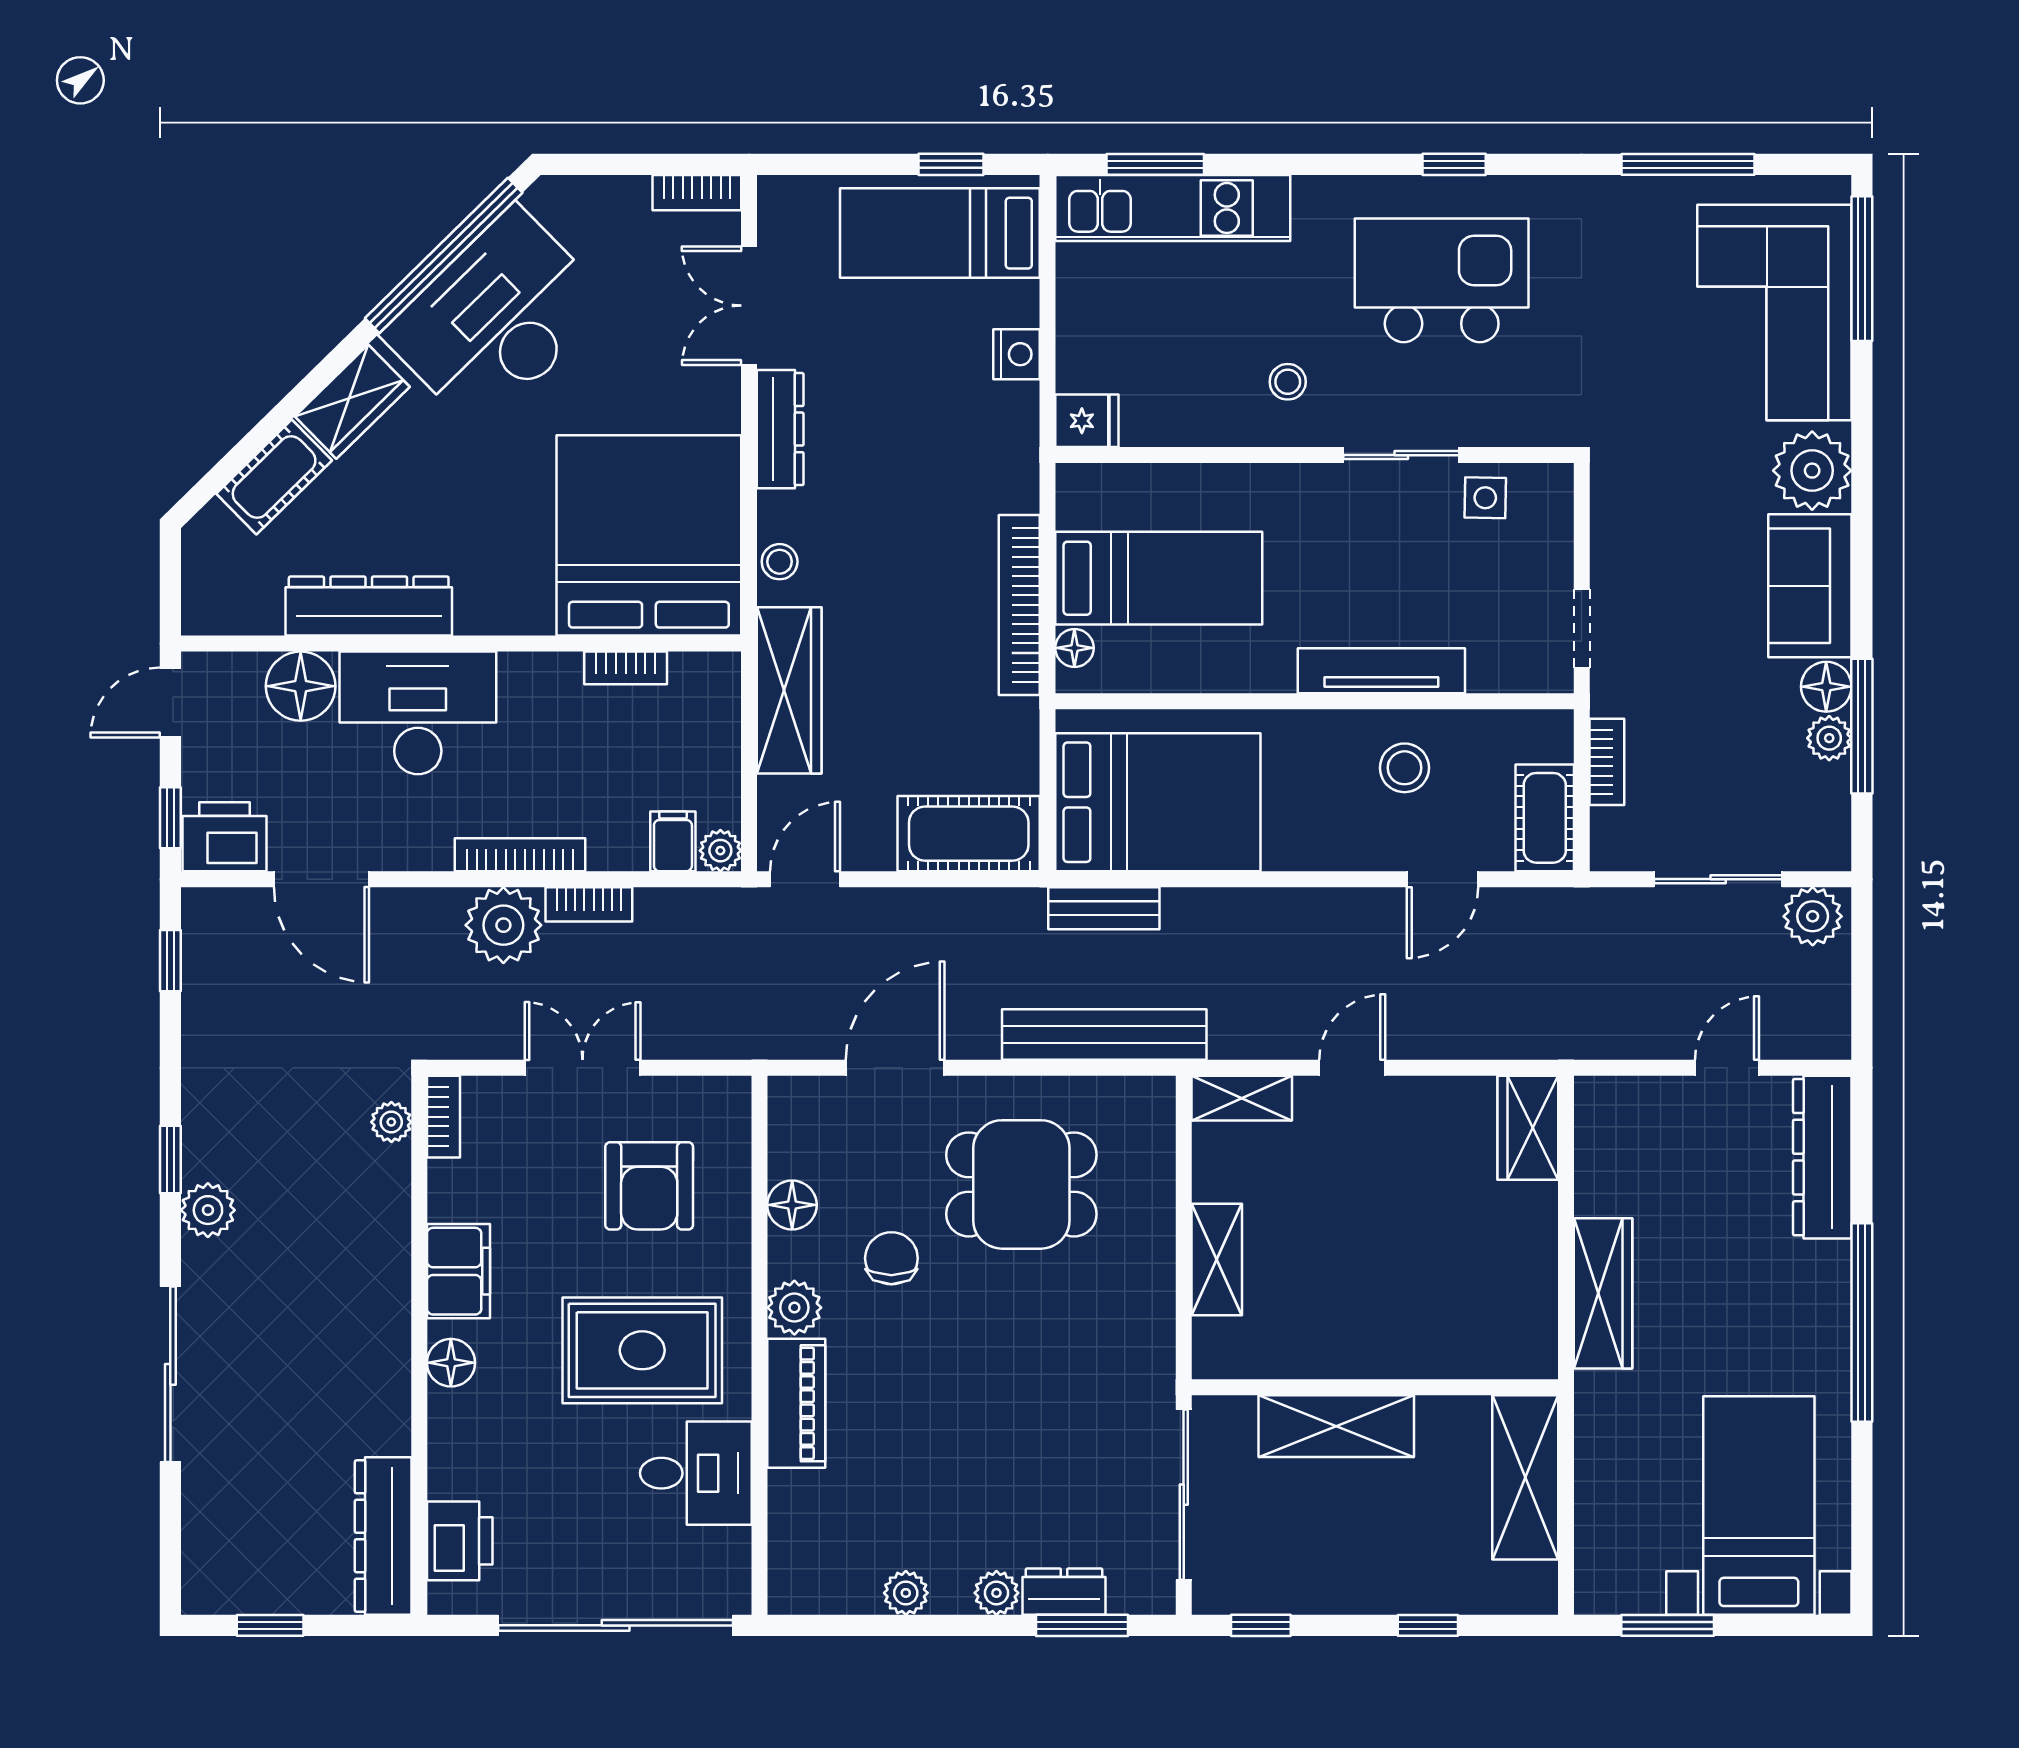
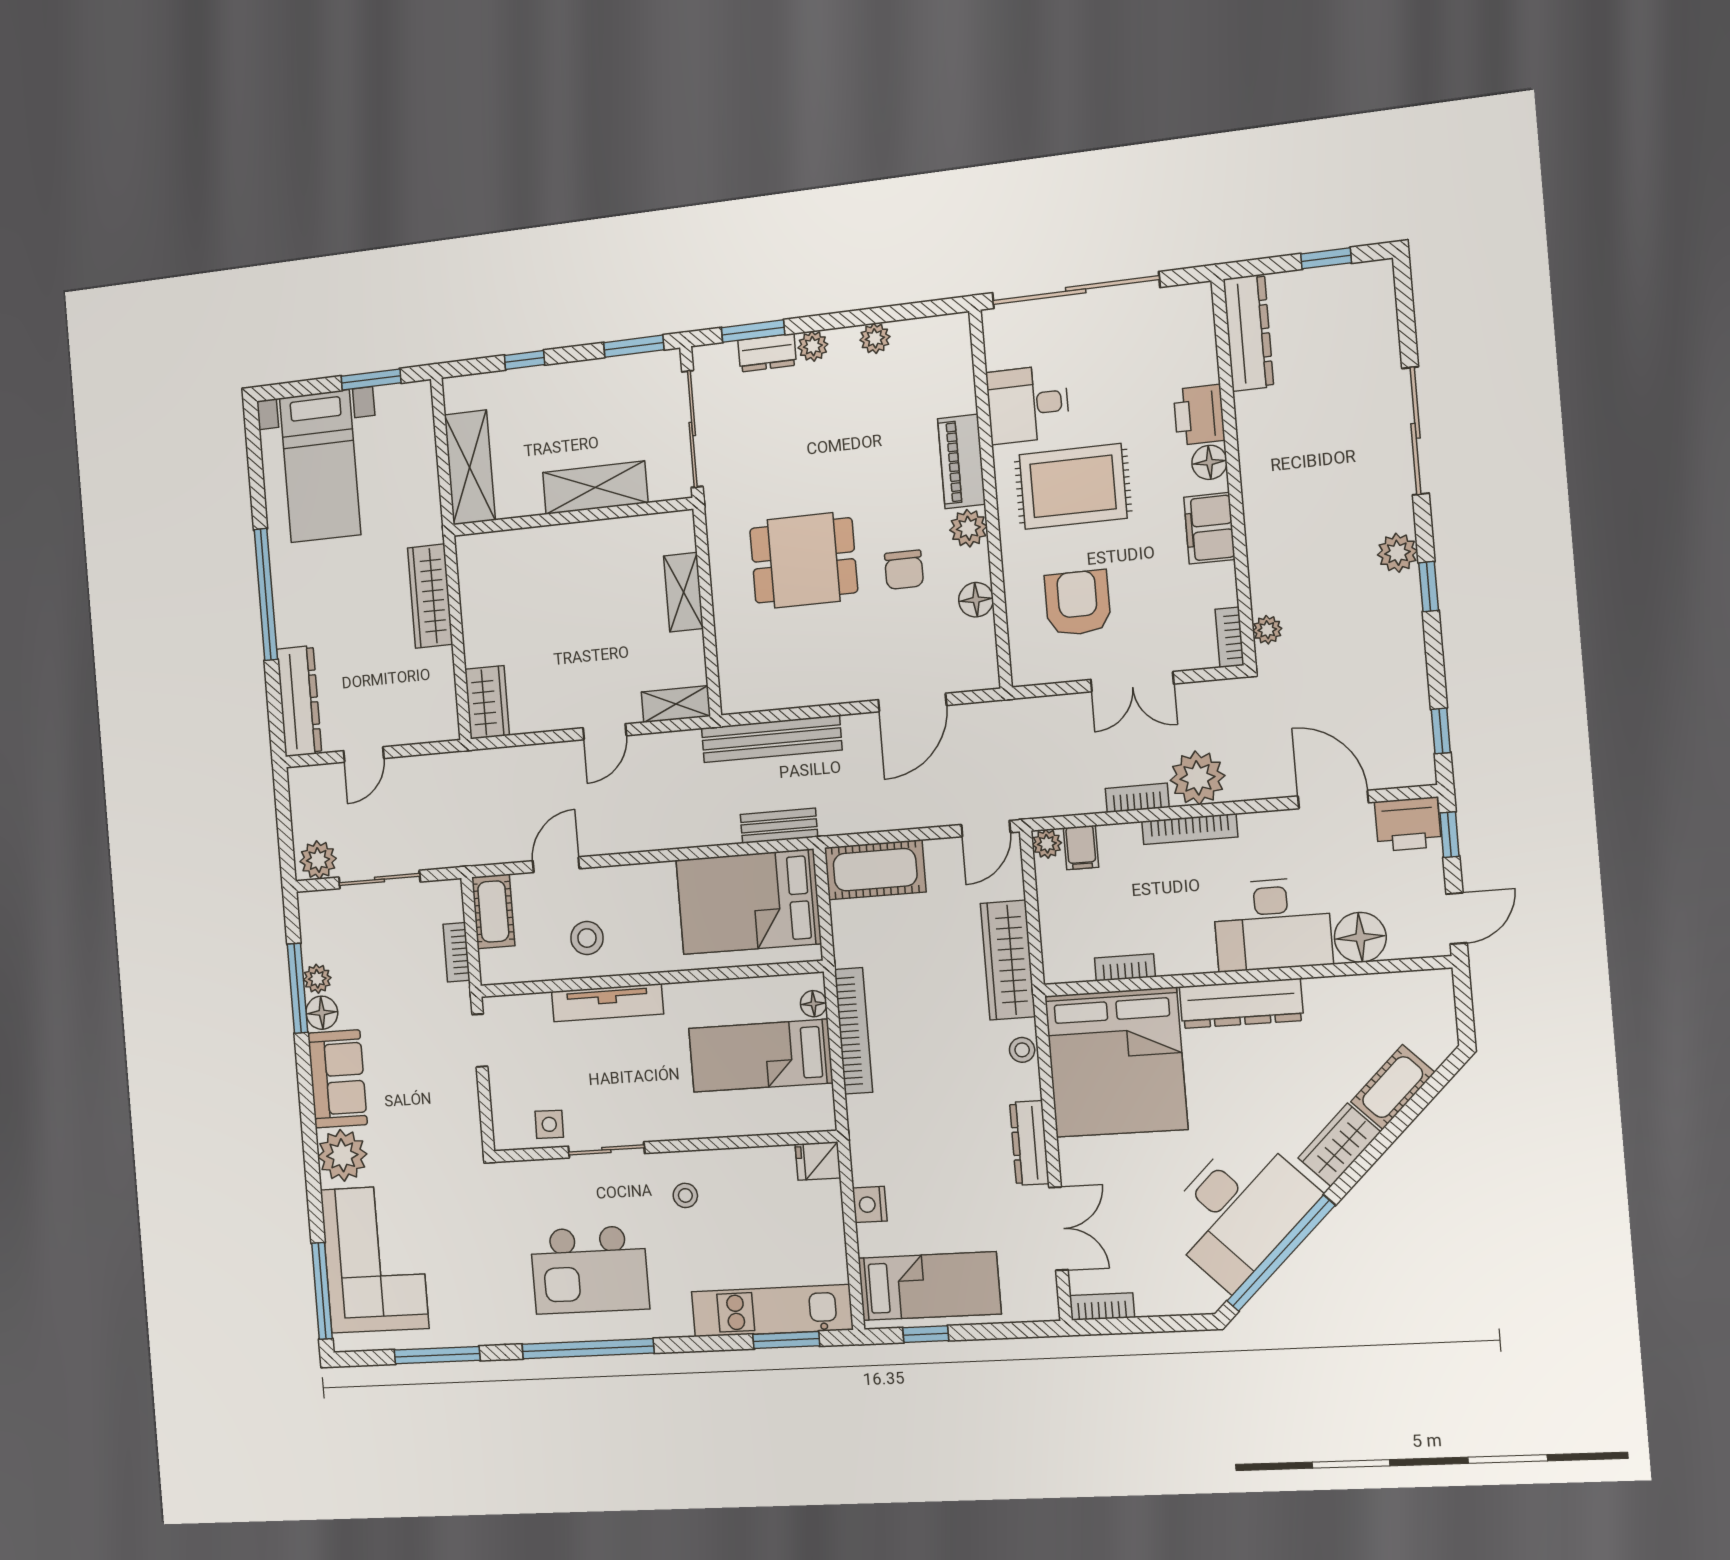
window: (1454, 164) -> (588, 1349), width x3.17
dresser: (369, 606) -> (1241, 1004), moved
dining table: (1021, 1184) -> (804, 560), moved
printer: (460, 1541) -> (1199, 415), moved
window: (1261, 1625) -> (634, 346), width x1.50

